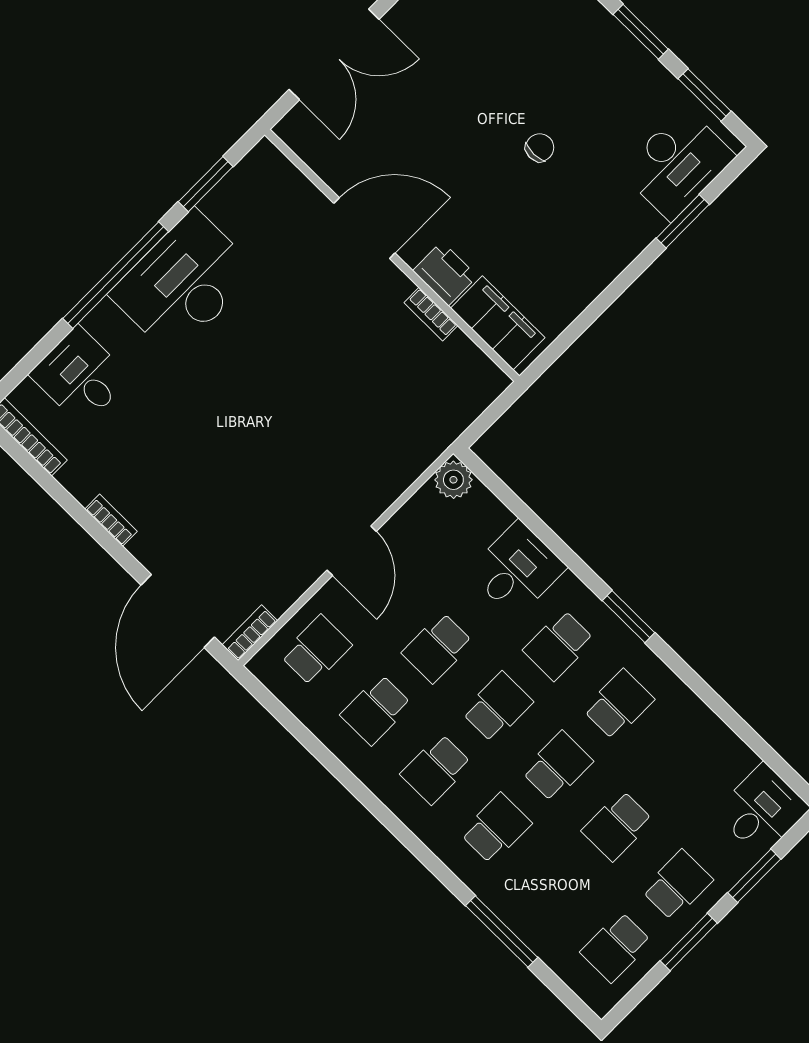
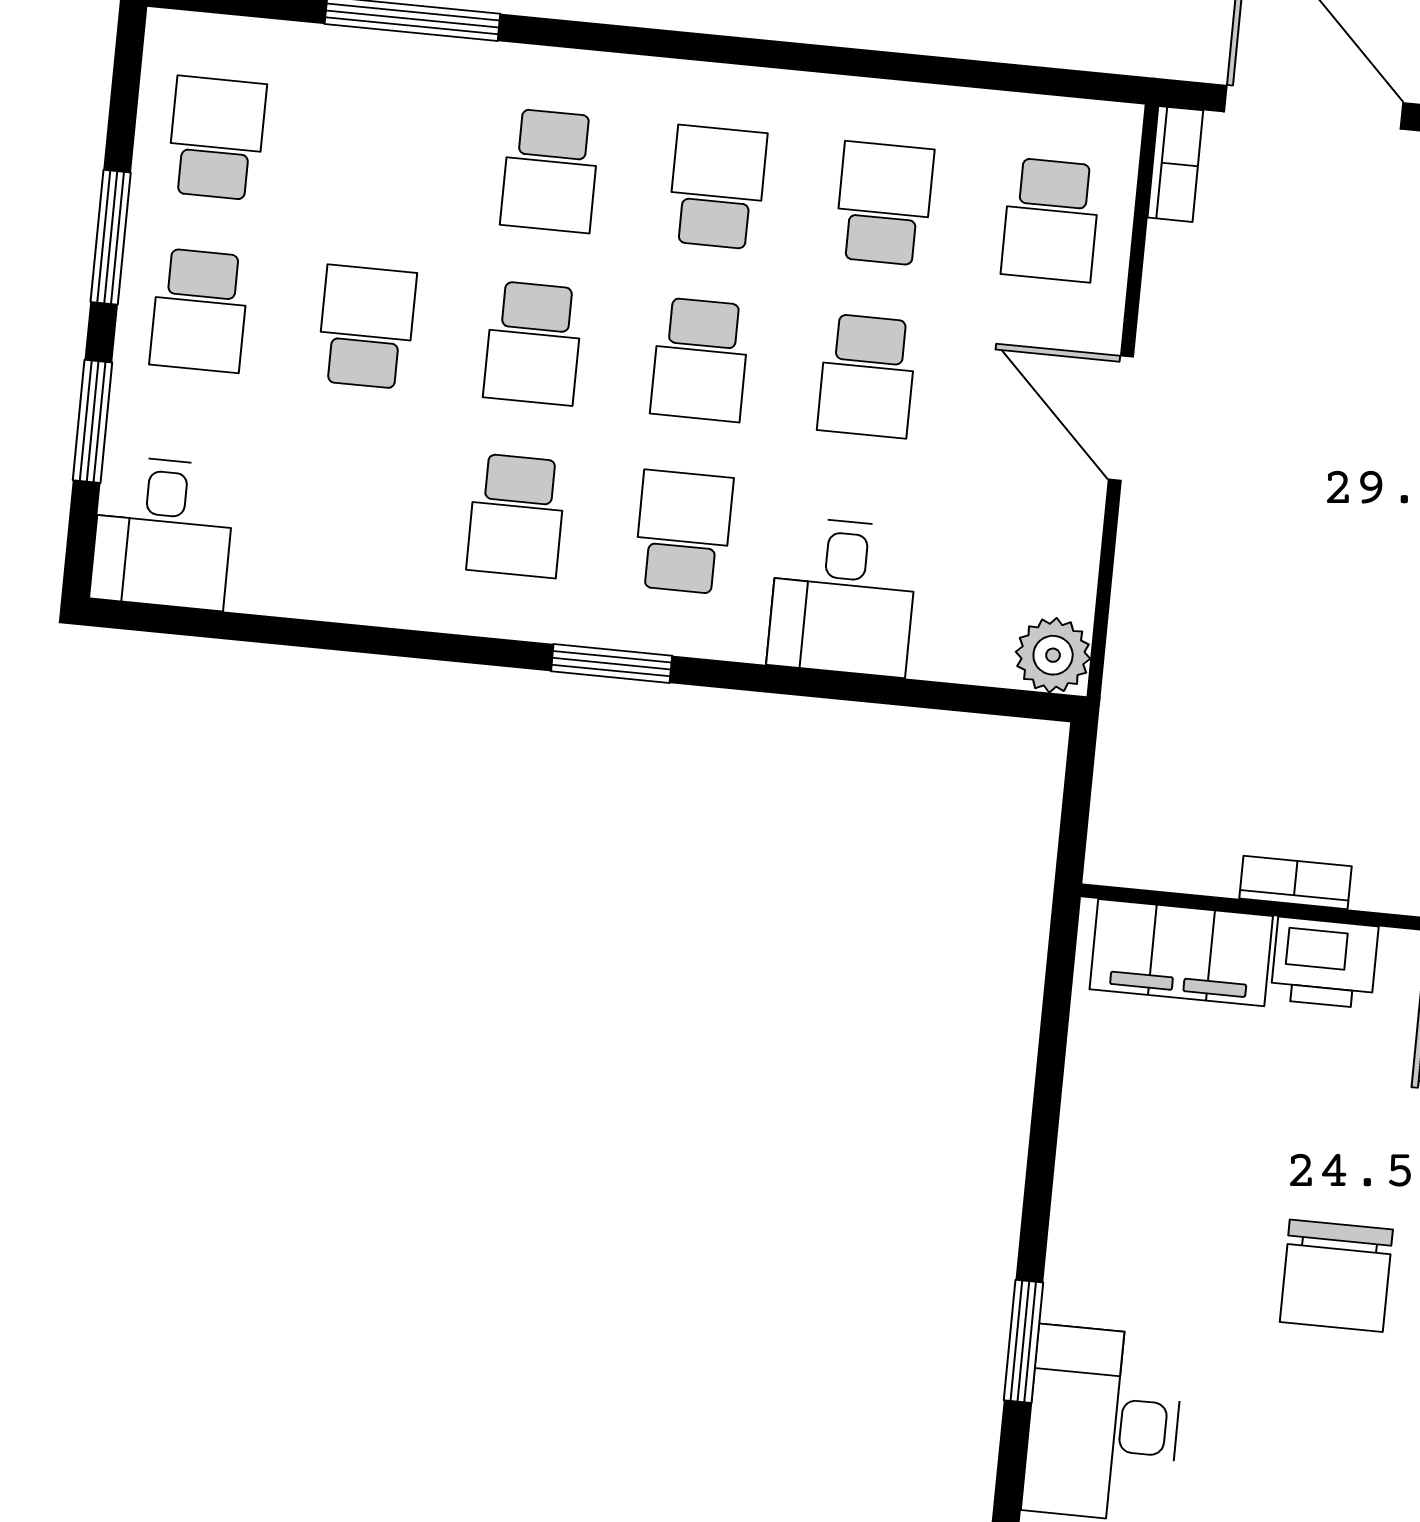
chair: (540, 148) -> (1336, 1276), width x1.87, depth x1.87
school desk: (437, 648) -> (867, 376), turned 180

